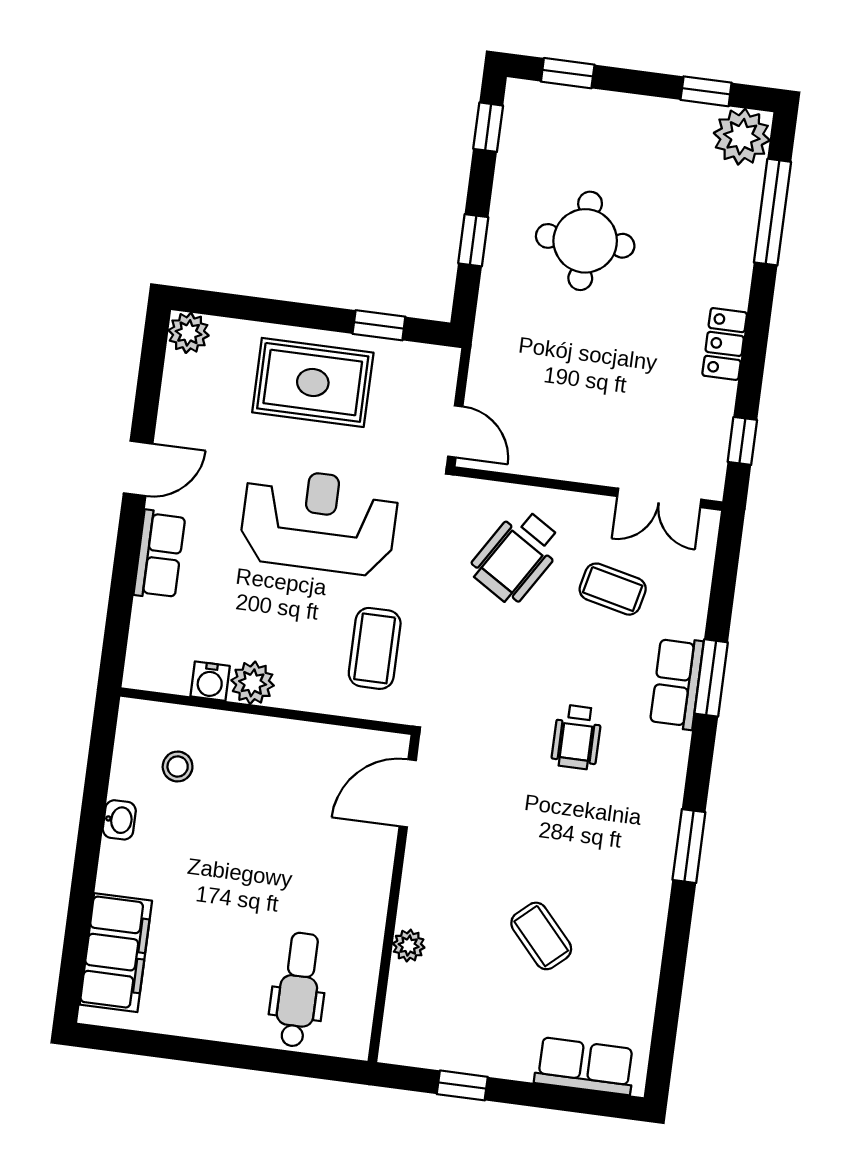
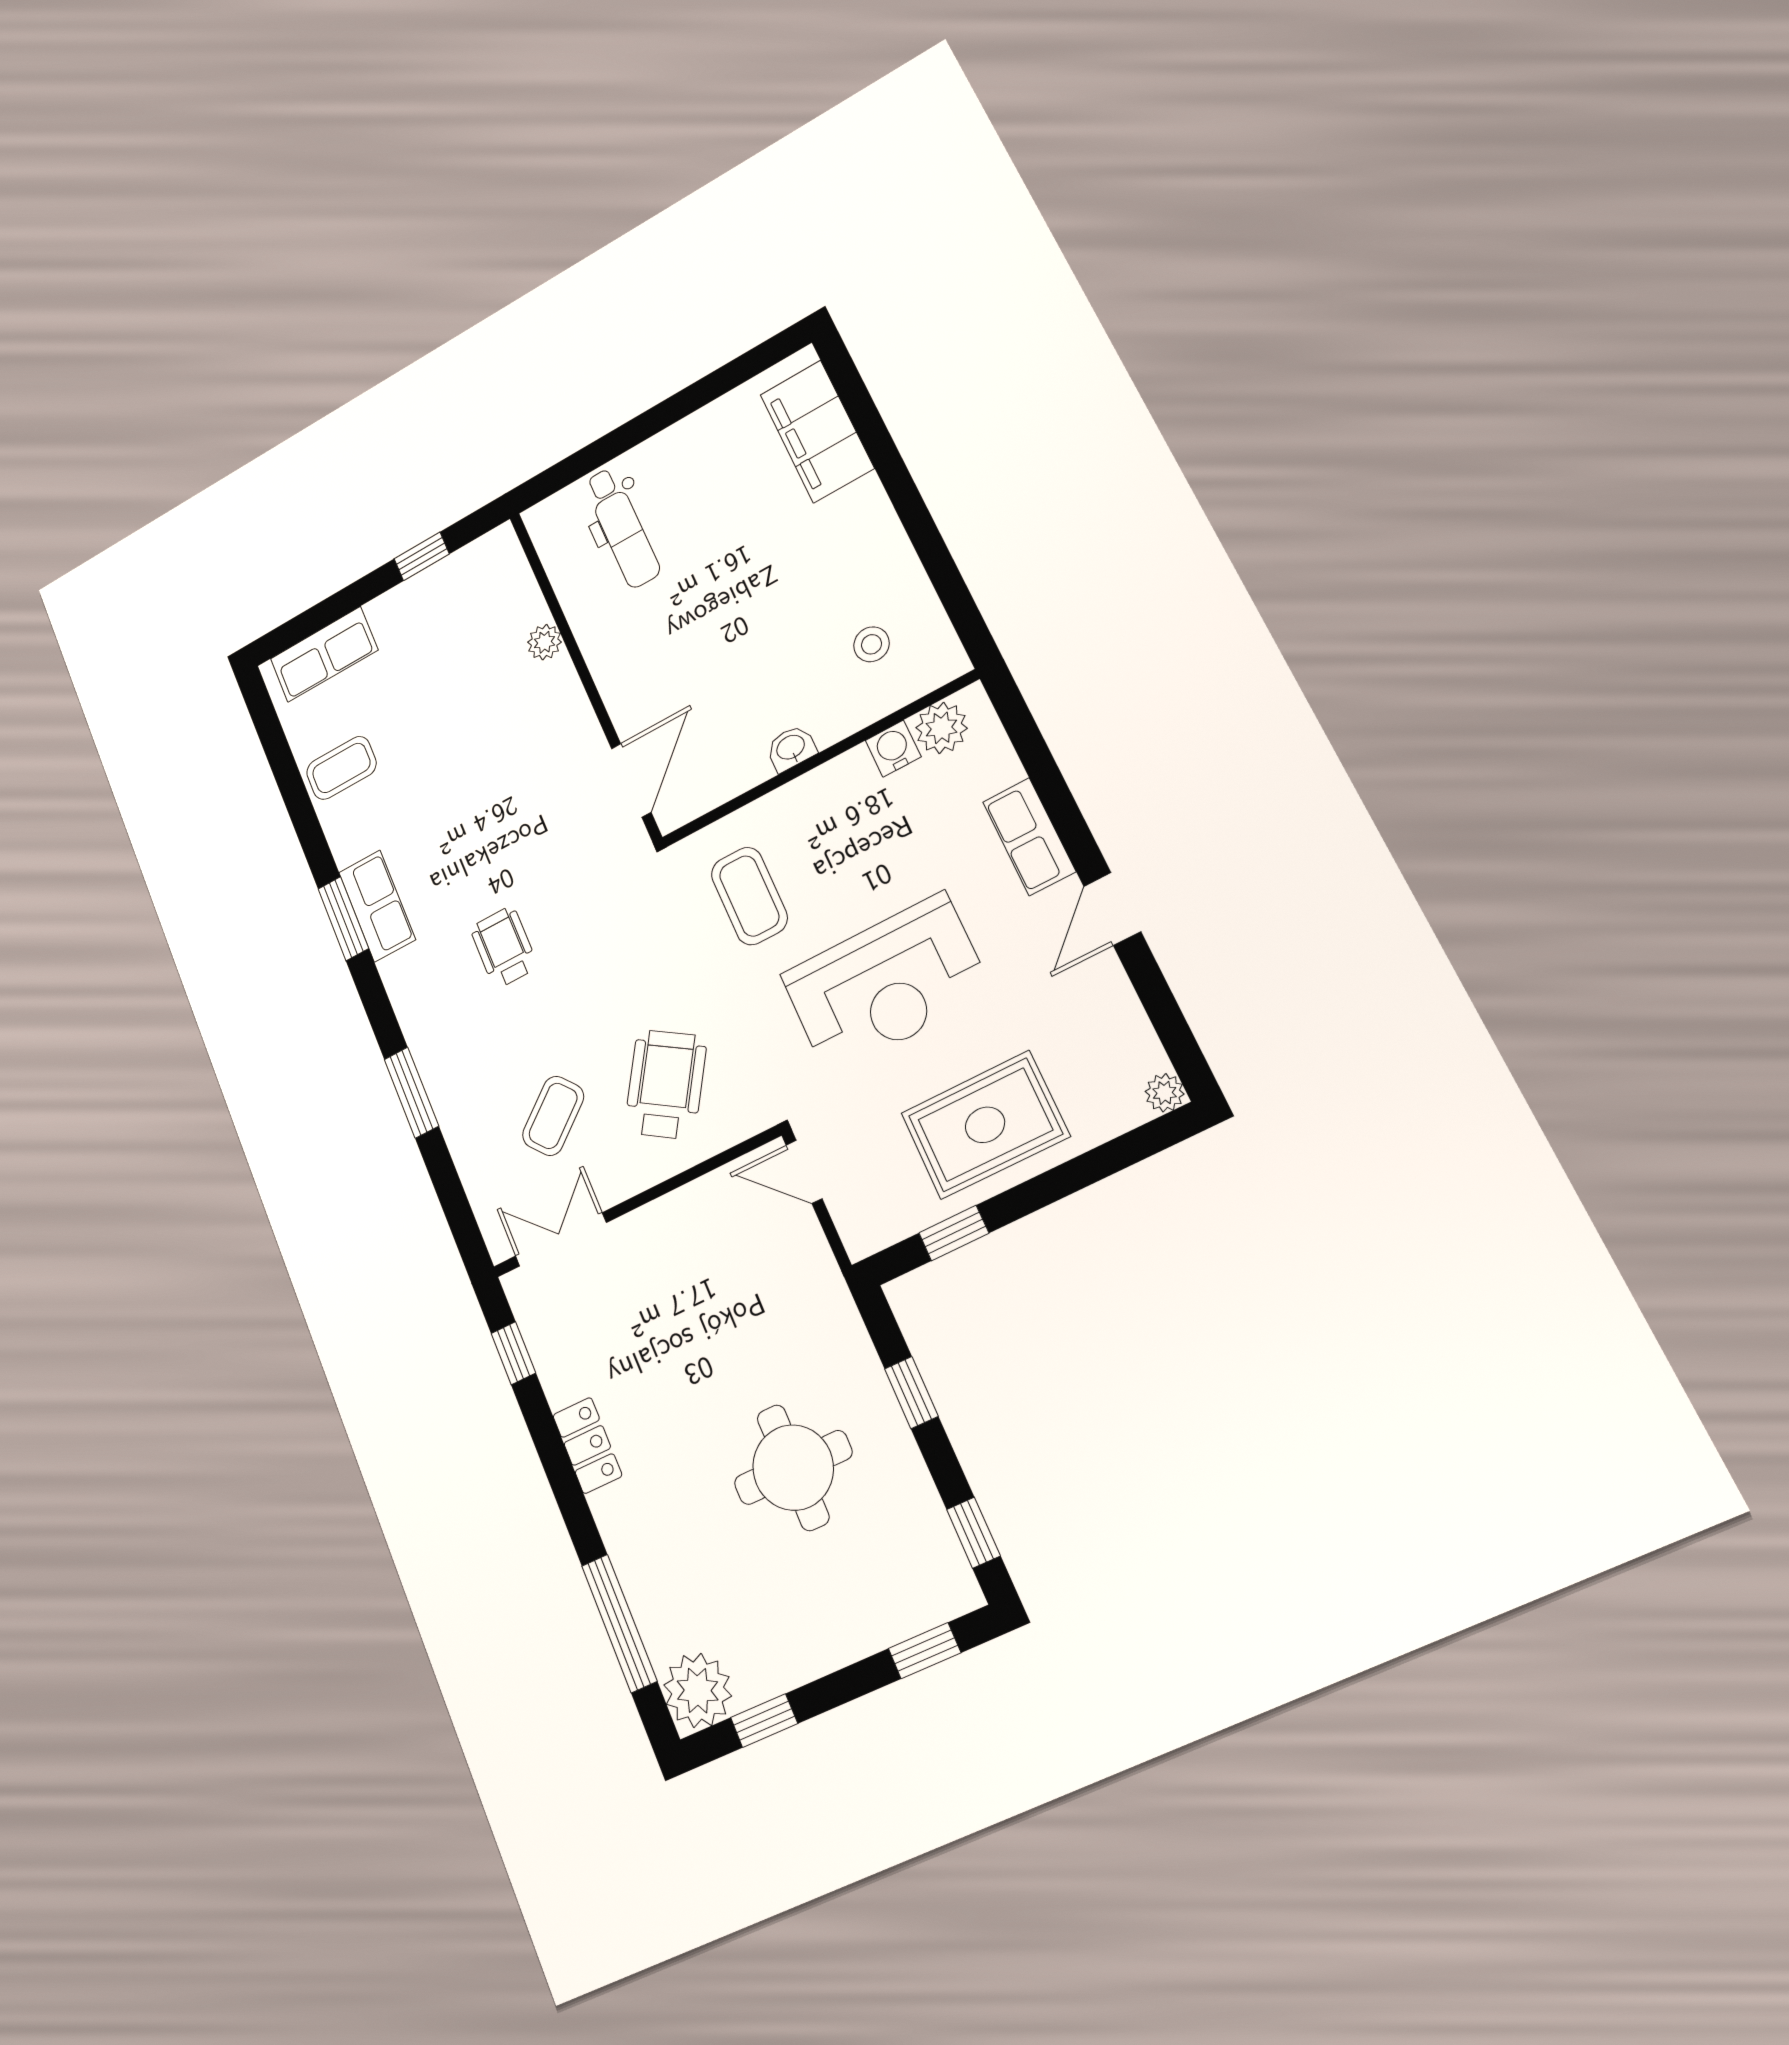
plant: (189, 333) -> (1165, 1093), width x0.73, depth x0.73
coffee table: (613, 589) -> (553, 1116), turned -53
plant: (253, 683) -> (941, 728), moved
row of seats: (677, 683) -> (377, 906), moved
washbasin: (119, 820) -> (791, 748), moved, turned 90
coffee table: (541, 936) -> (341, 768), moved, turned -48

